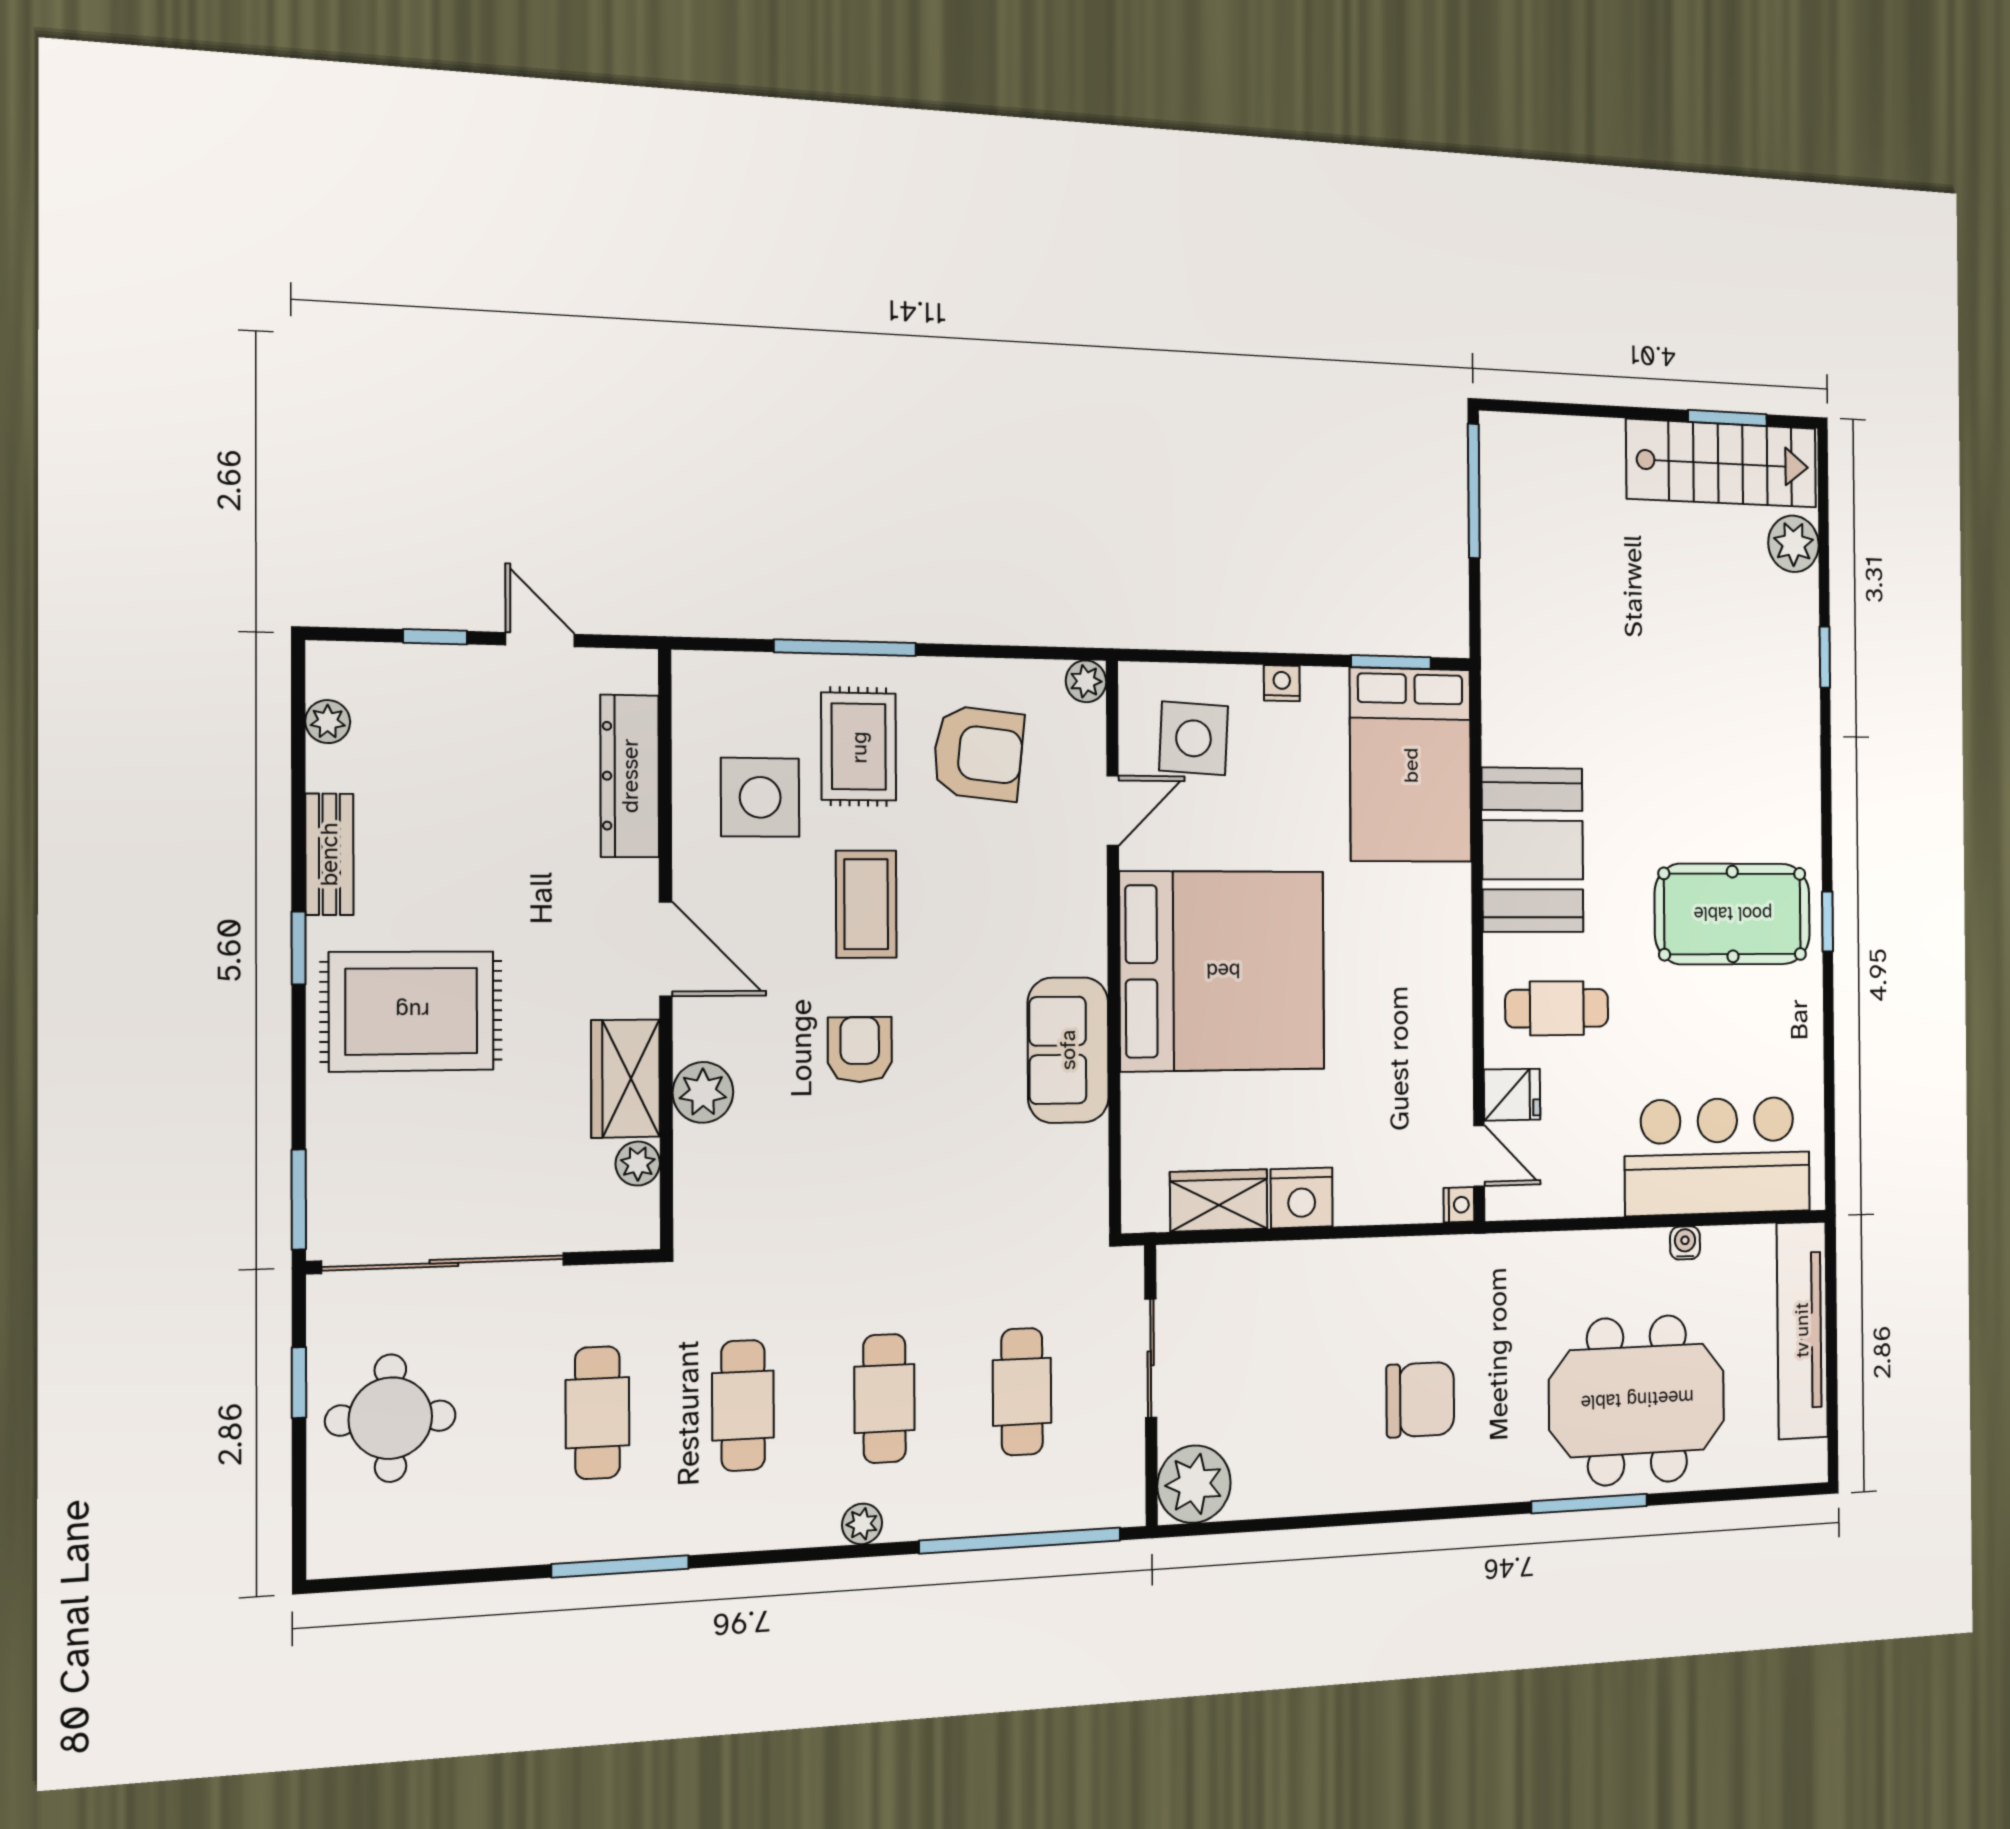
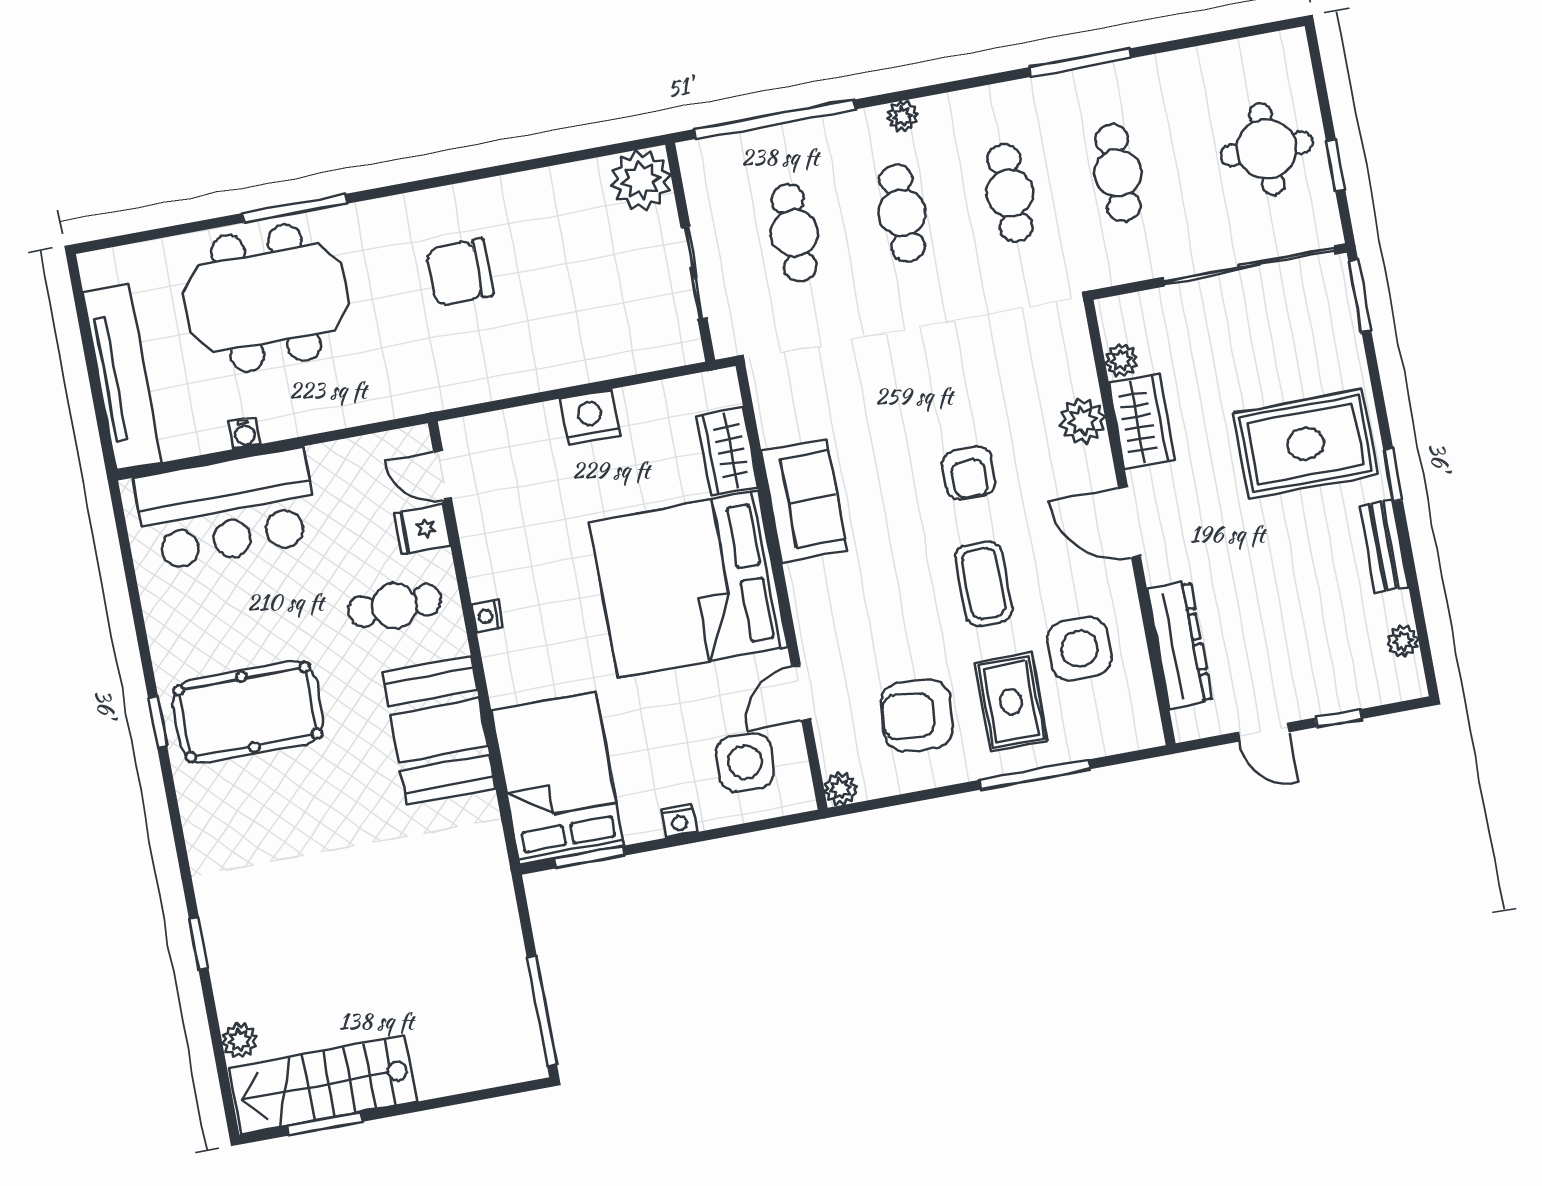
plant: (1794, 544) -> (239, 1040), width x0.73, depth x0.73
wardrobe: (1219, 1200) -> (727, 452), moved, turned 90
nightstand: (1459, 1205) -> (487, 616), moved

